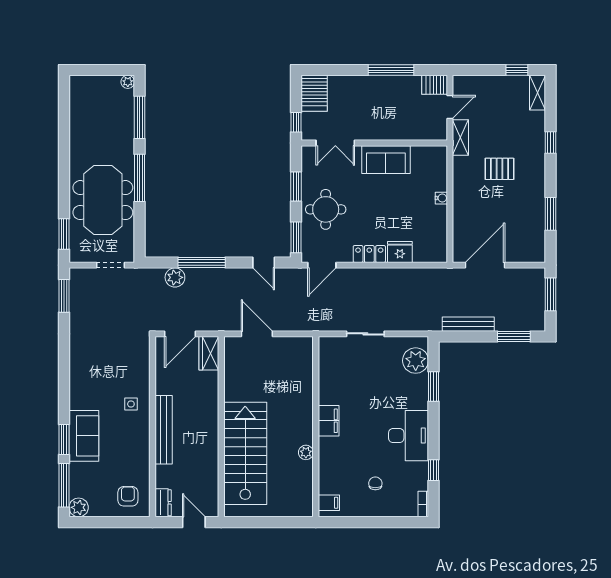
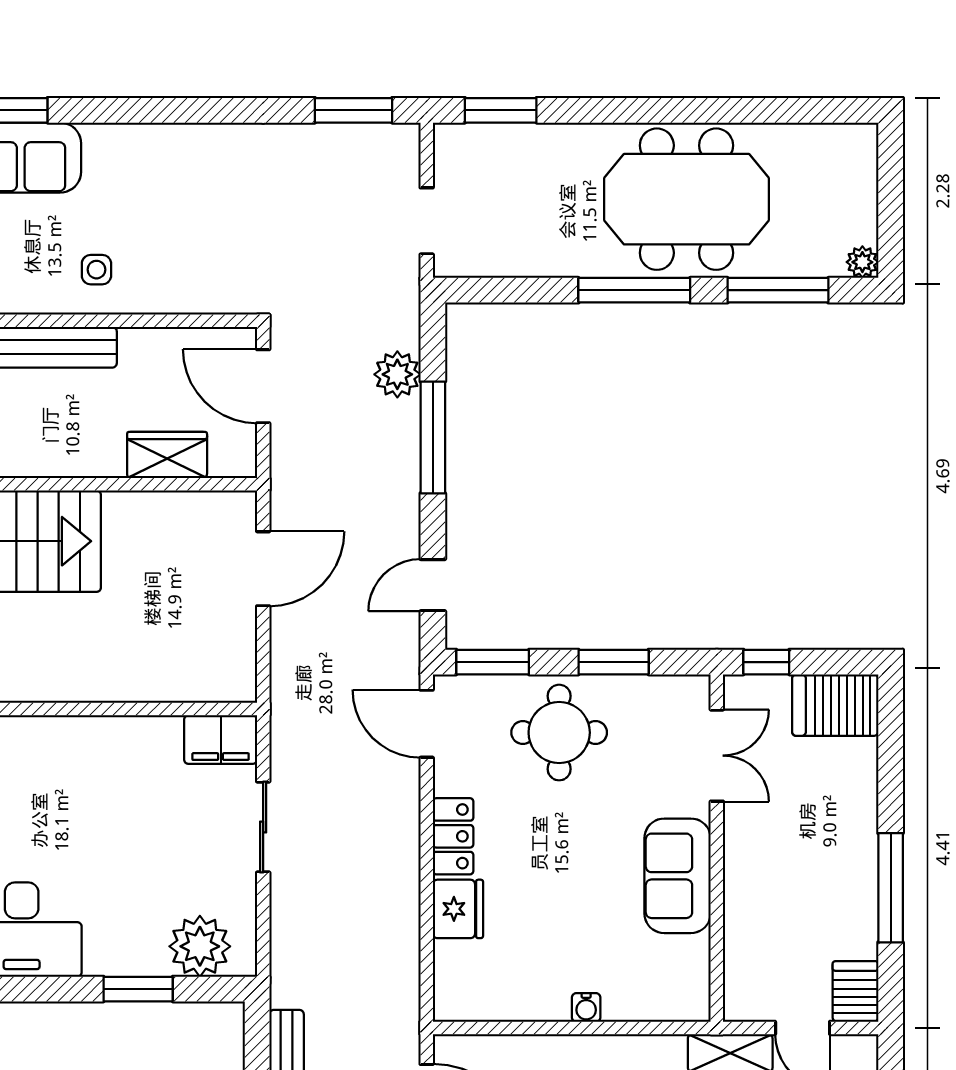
double door: (335, 143) -> (717, 756), swing flipped
meeting table: (103, 200) -> (686, 199), moved
wardrobe: (209, 353) -> (167, 455), moved
filing cabinet: (329, 421) -> (221, 740), moved

